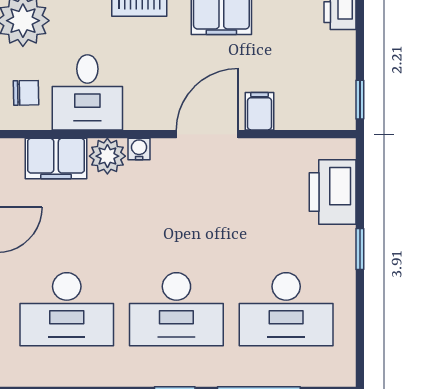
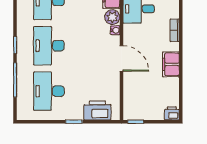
filing cabinet: (259, 111) -> (131, 80), removed

